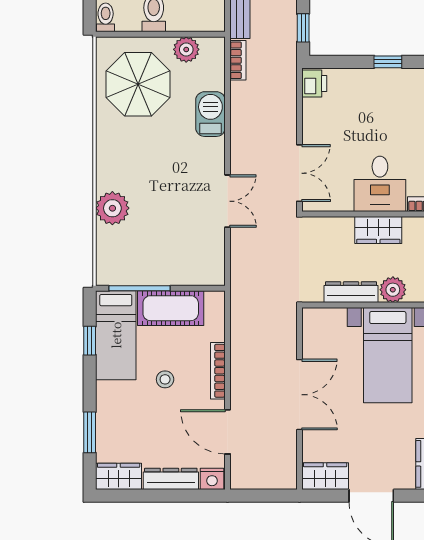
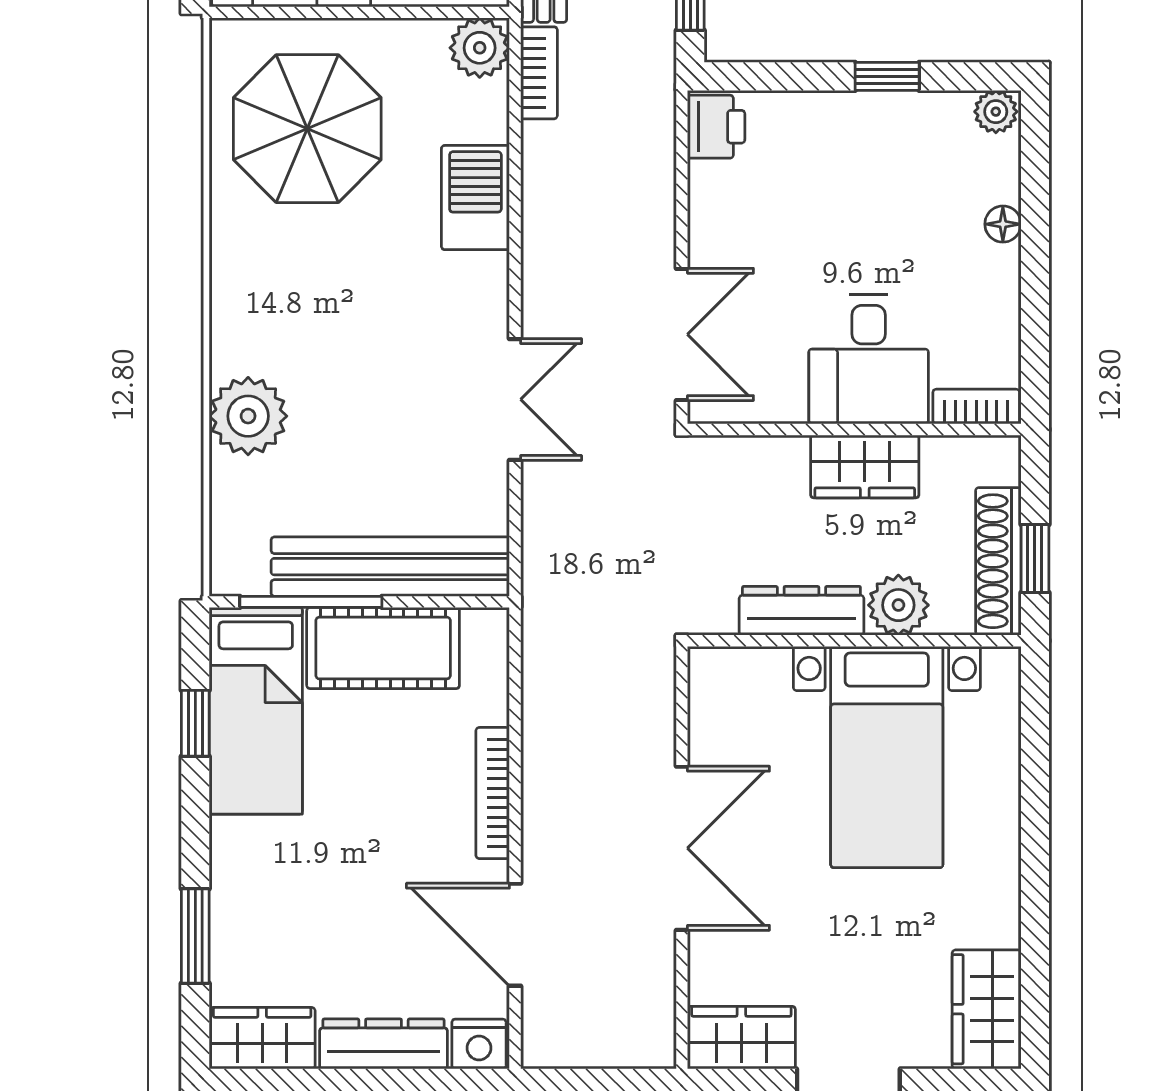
plant: (186, 49) -> (480, 48), moved
bench: (174, 273) -> (390, 567), added
stool: (165, 379) -> (370, 813), removed

